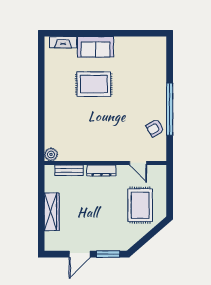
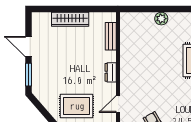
plant: (51, 154) -> (161, 19), moved
dresser: (101, 171) -> (111, 72), width x0.70

